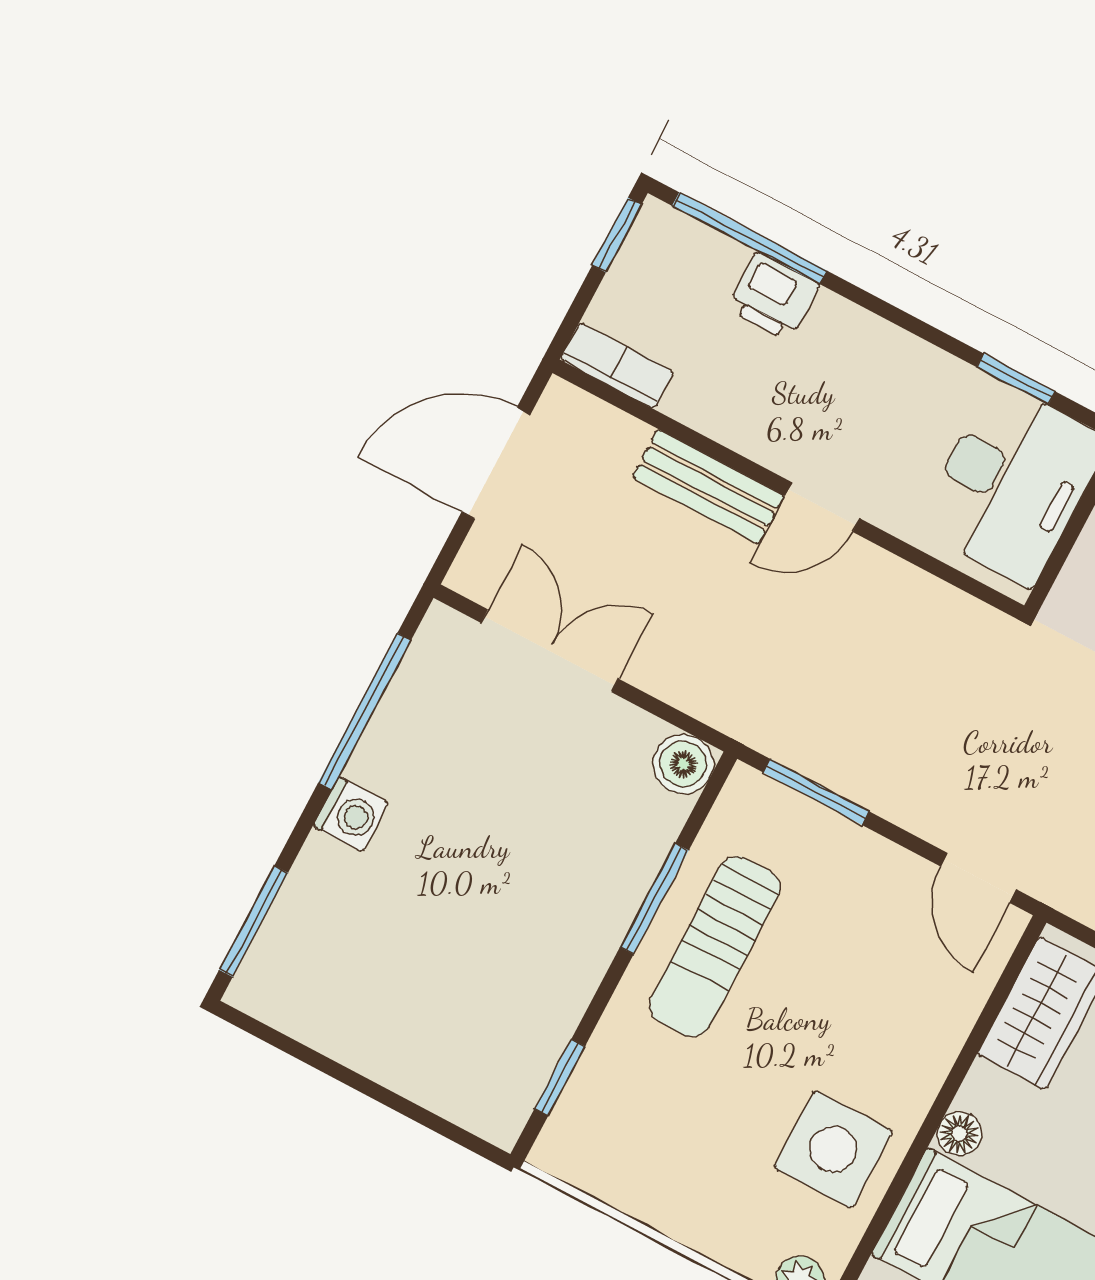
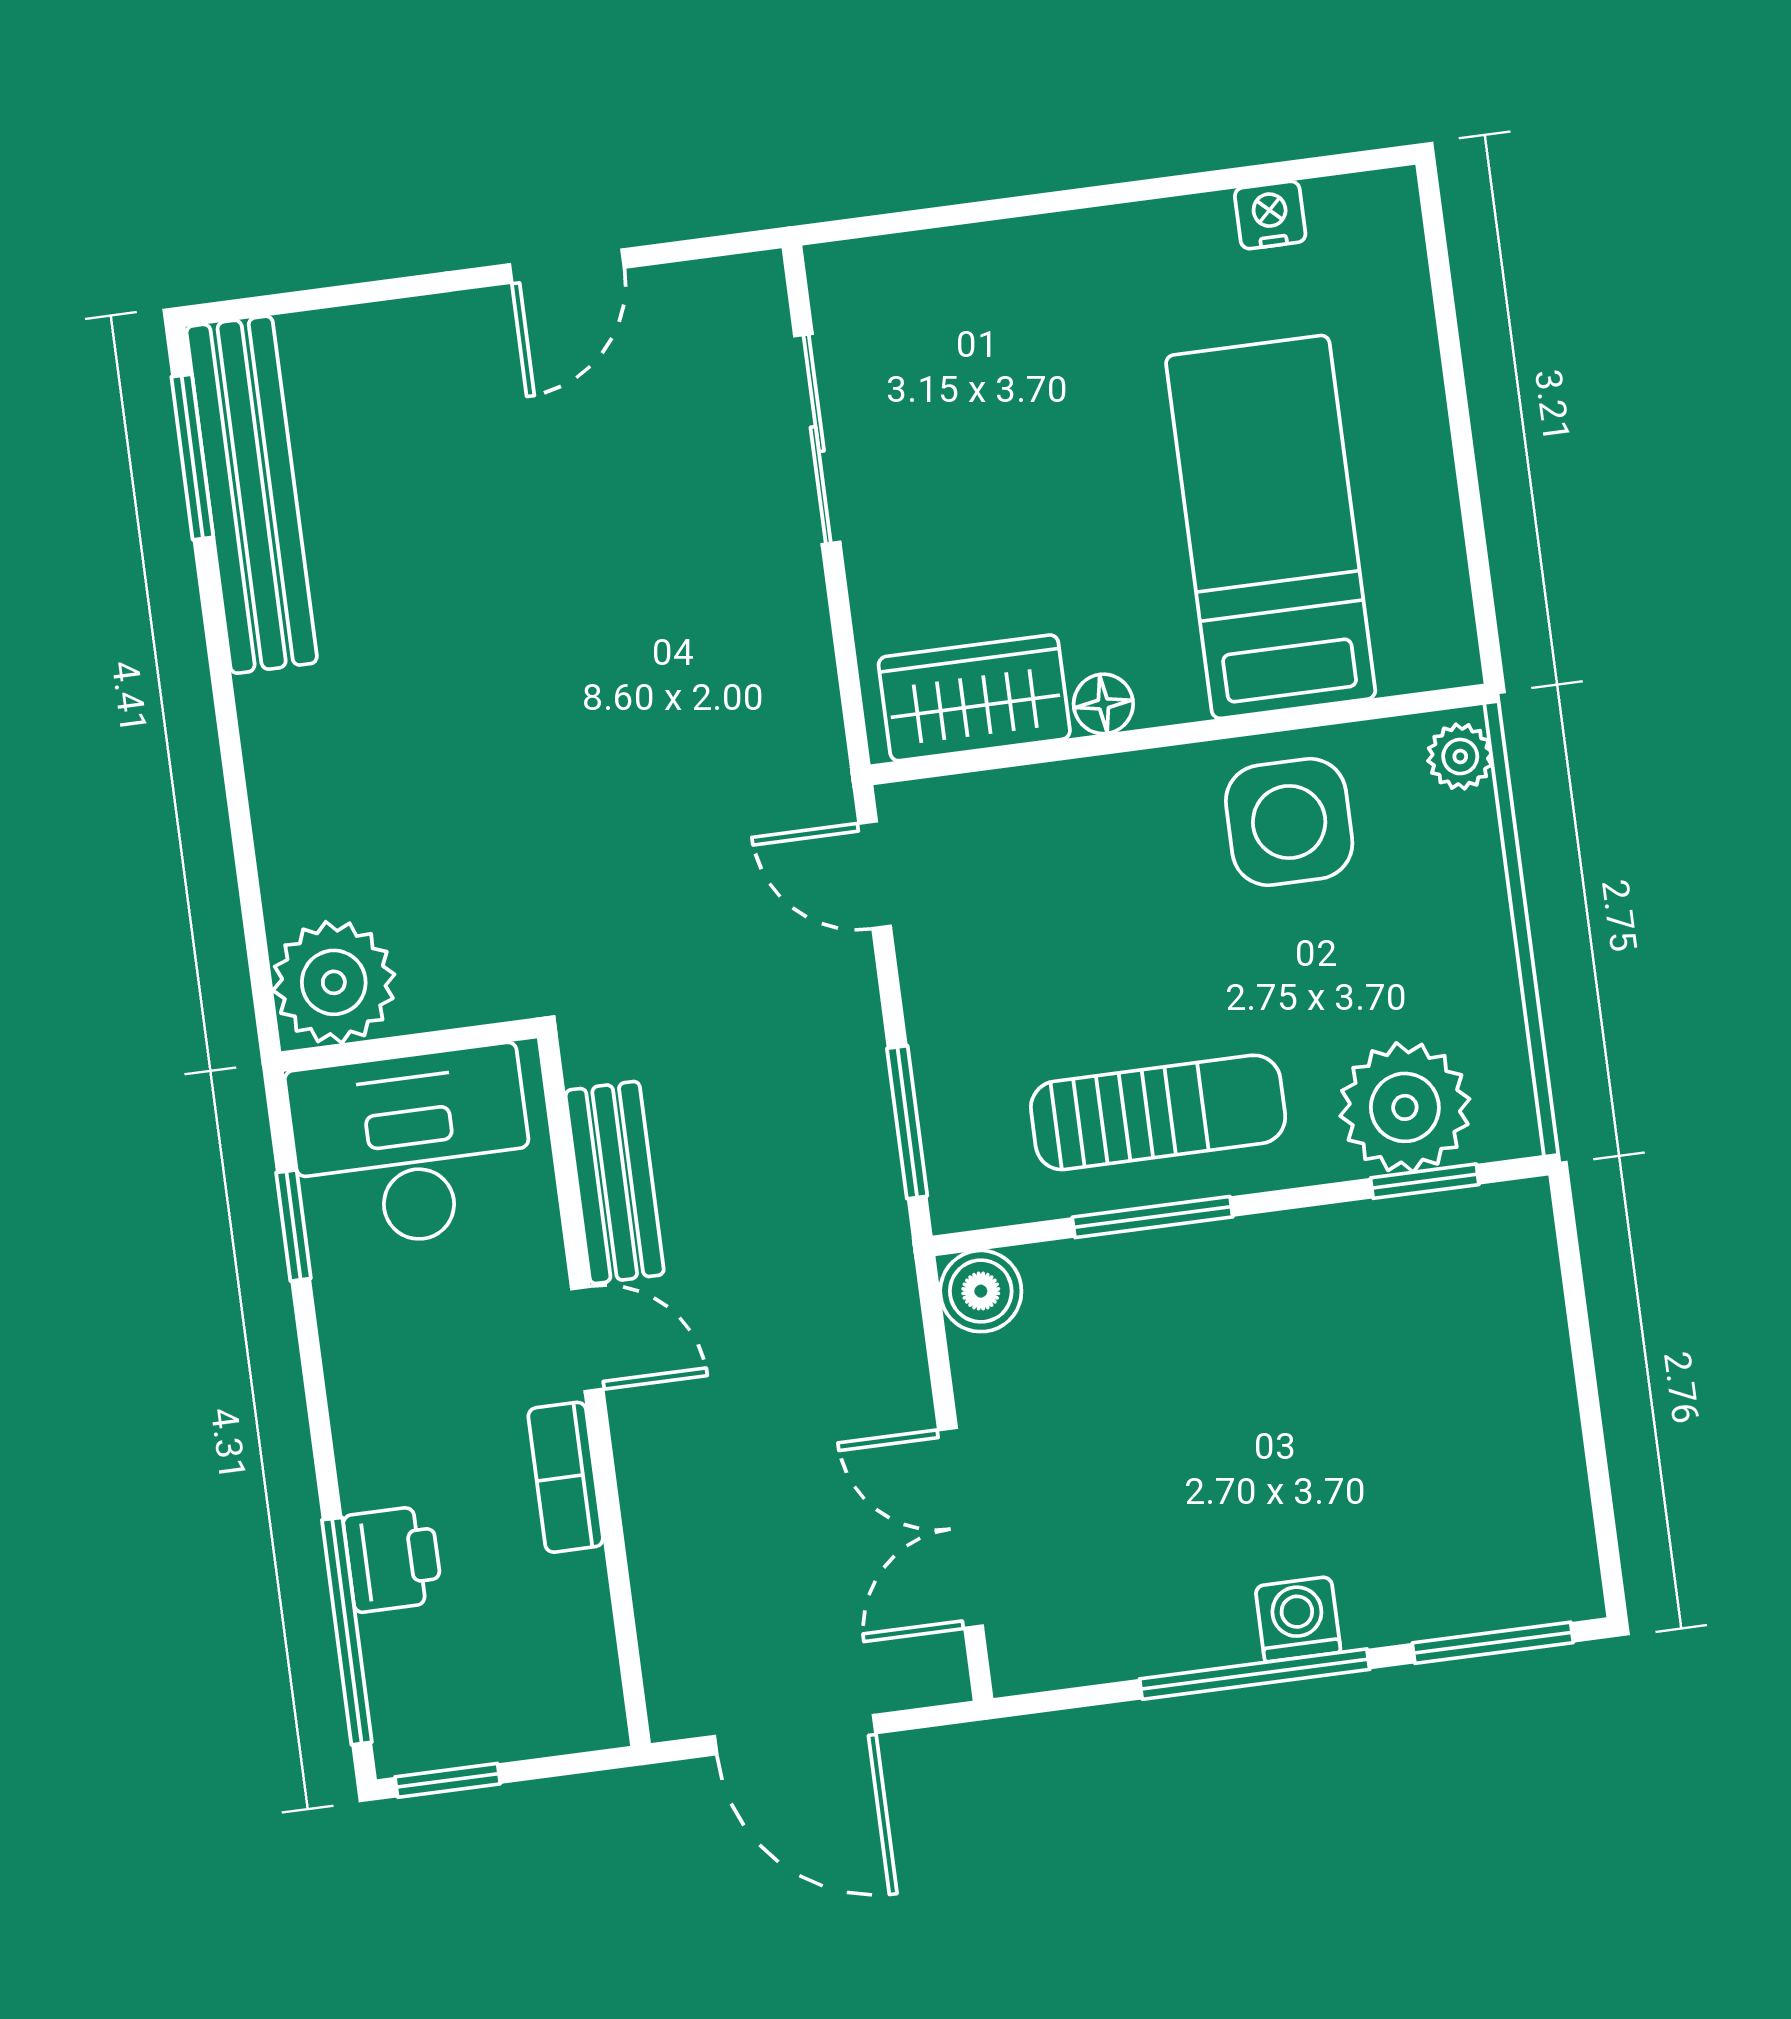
bookcase: (617, 366) -> (566, 1477), moved
bench: (708, 487) -> (615, 1183), moved
window: (365, 711) -> (1255, 1674), moved
door: (978, 878) -> (875, 875), swing flipped
plant: (612, 1097) -> (1405, 1107), added
floor lamp: (959, 1134) -> (1103, 704), moved

